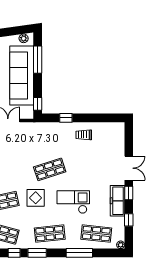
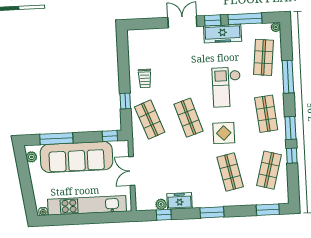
shop shelf: (50, 137) -> (150, 119), added
window: (129, 220) -> (245, 19), width x2.17

